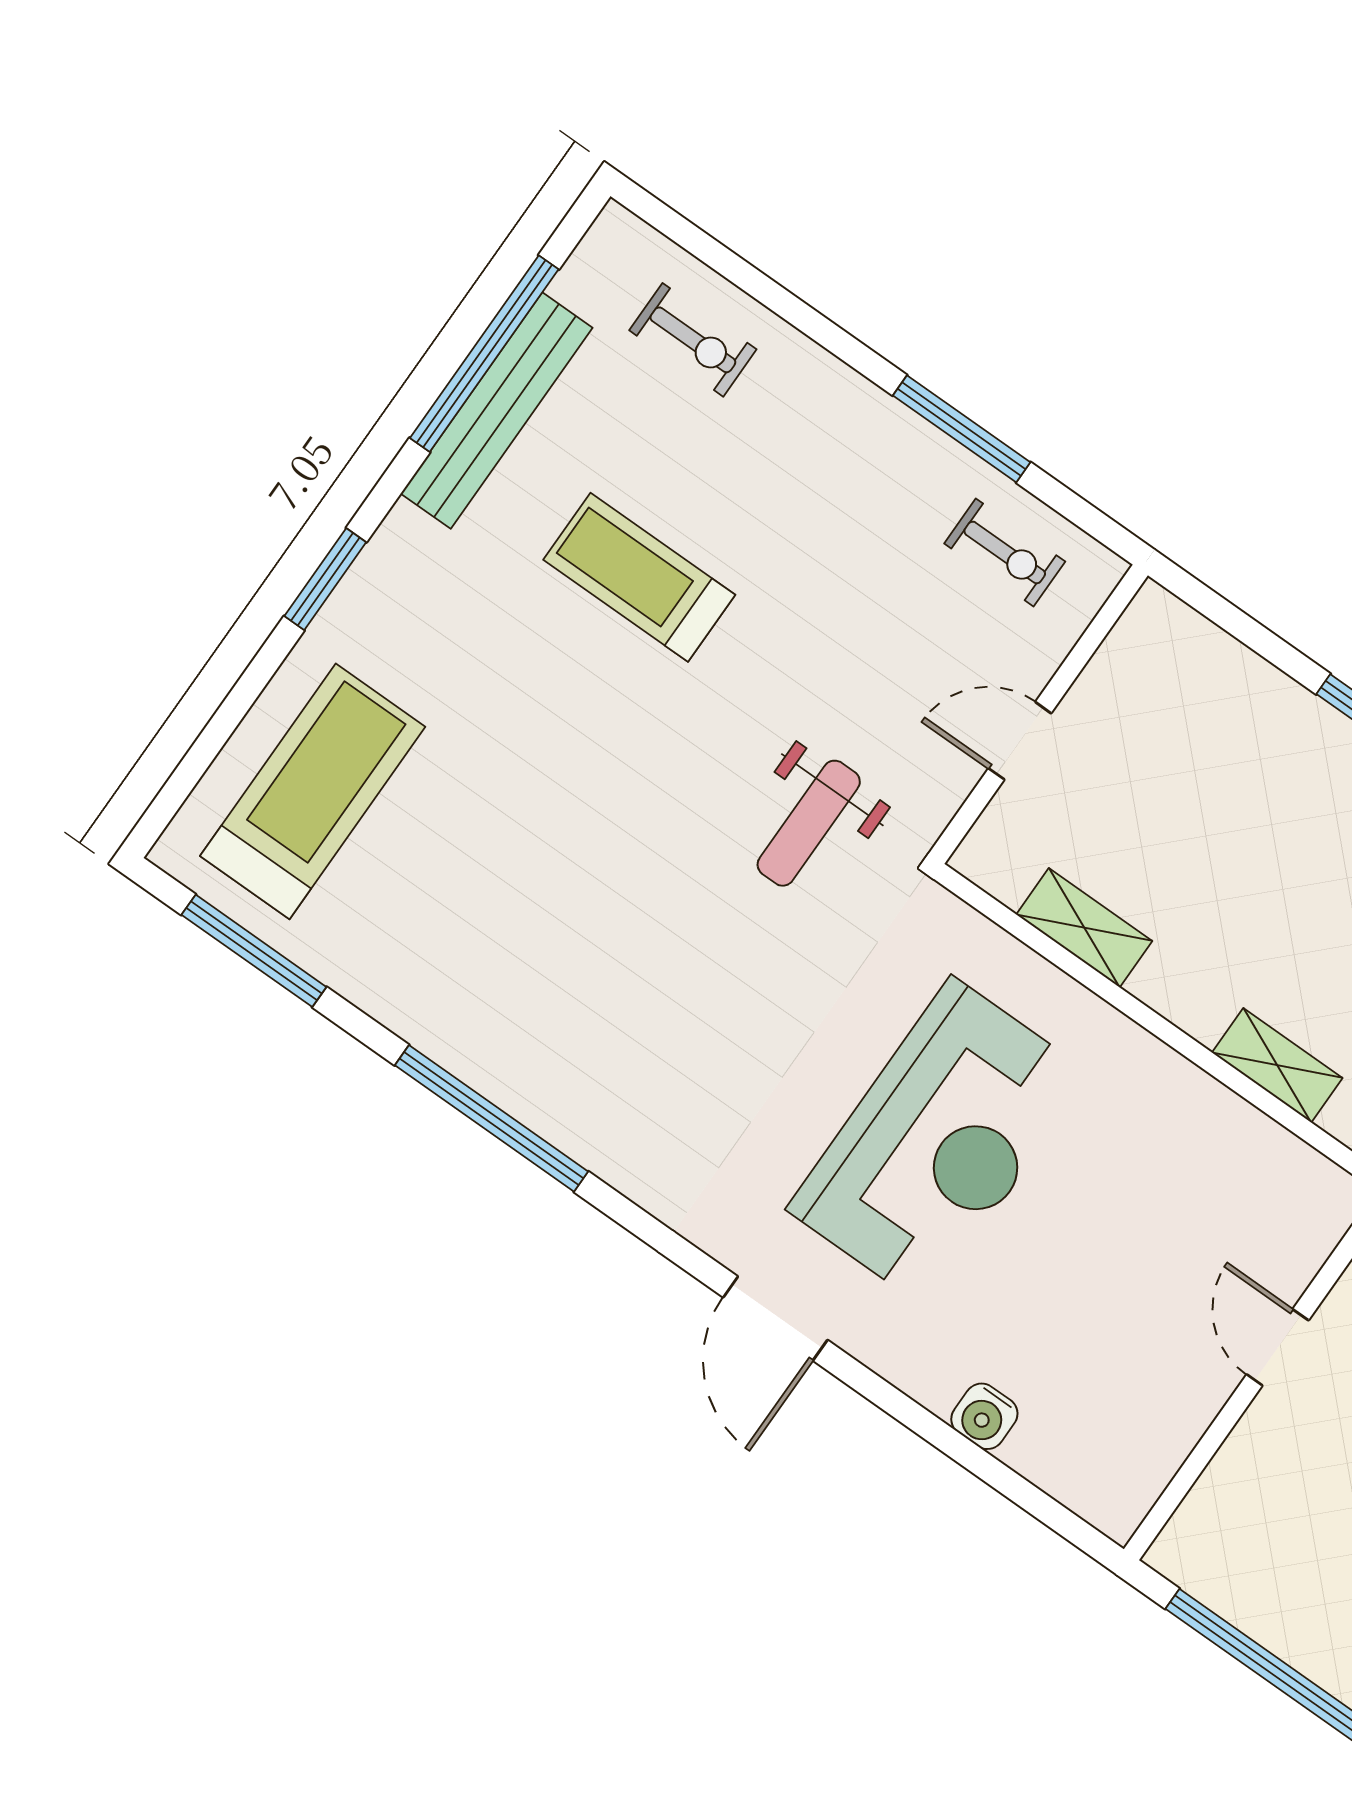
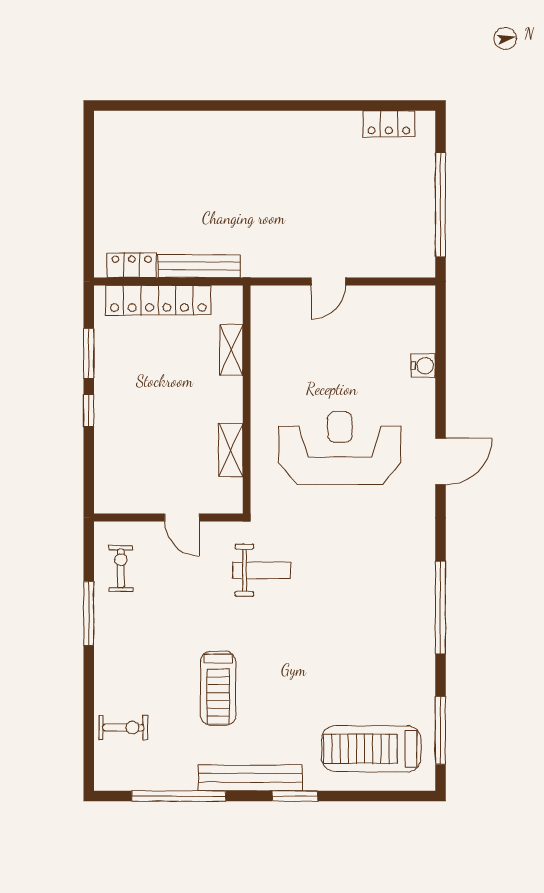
exercise bike: (693, 340) -> (123, 728), turned 90
bench: (497, 411) -> (250, 778), moved

